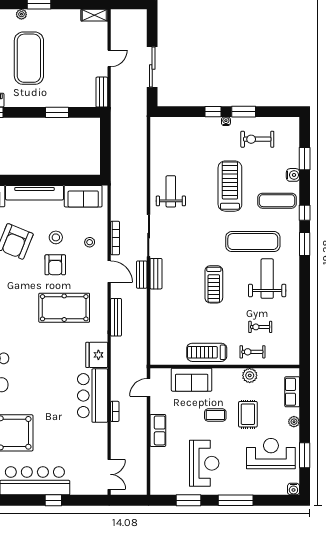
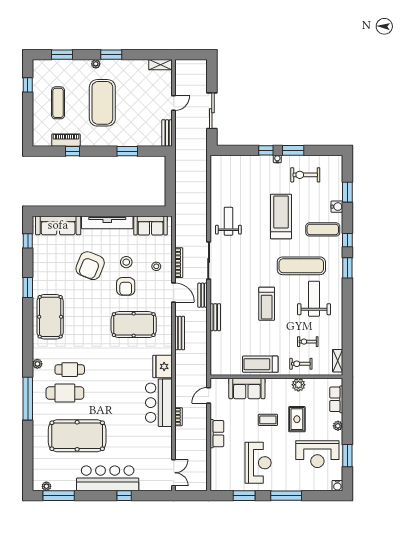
bench: (156, 274) -> (215, 317), moved
shelving: (294, 348) -> (338, 361), added
reception desk: (271, 454) -> (317, 454), turned 180

